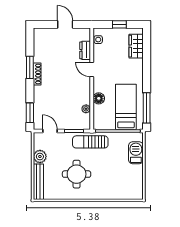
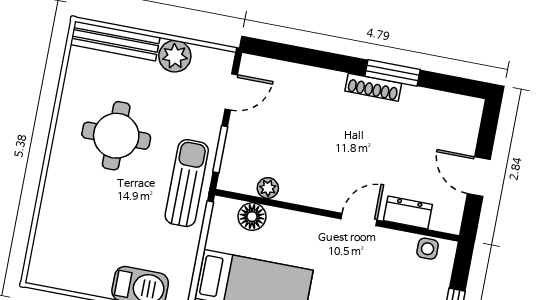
door: (65, 24) -> (479, 177), swing flipped
floor lamp: (99, 98) -> (252, 217), moved
window: (30, 113) -> (284, 52), removed

